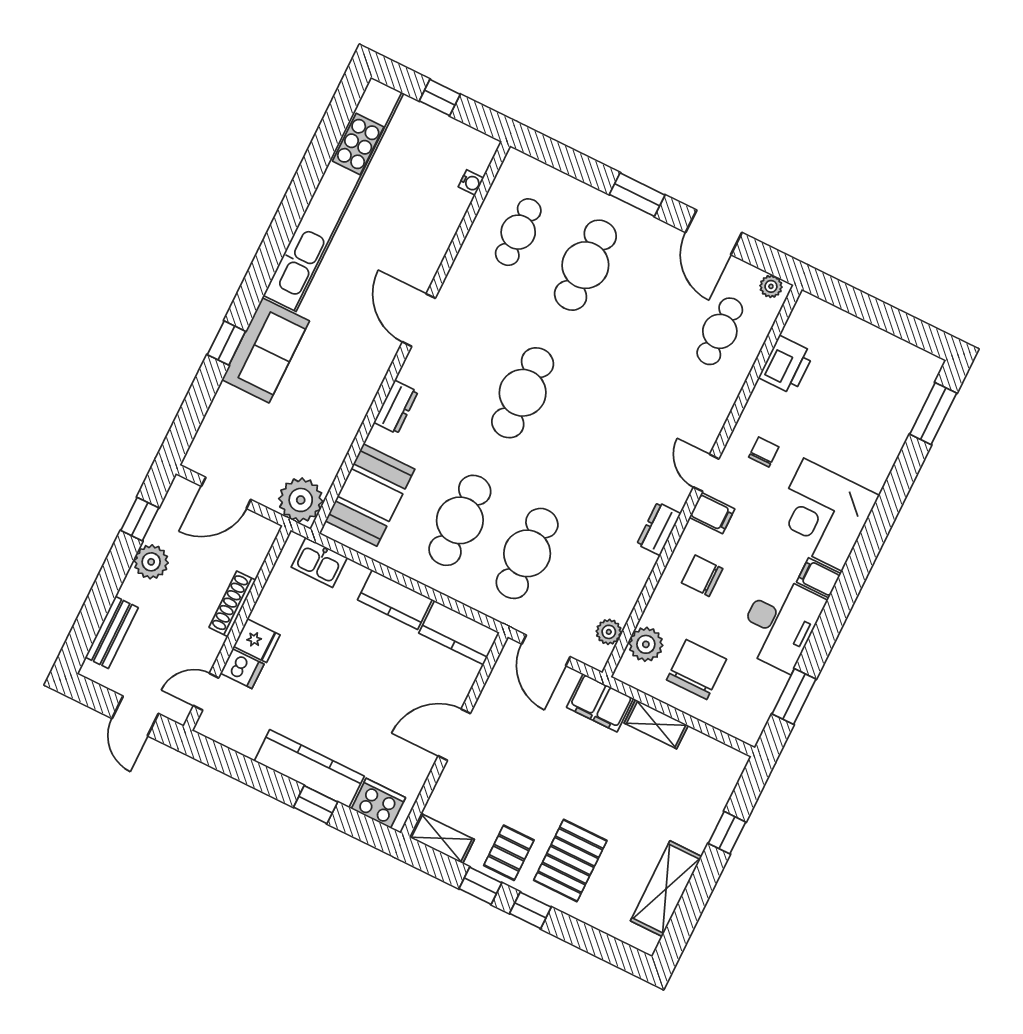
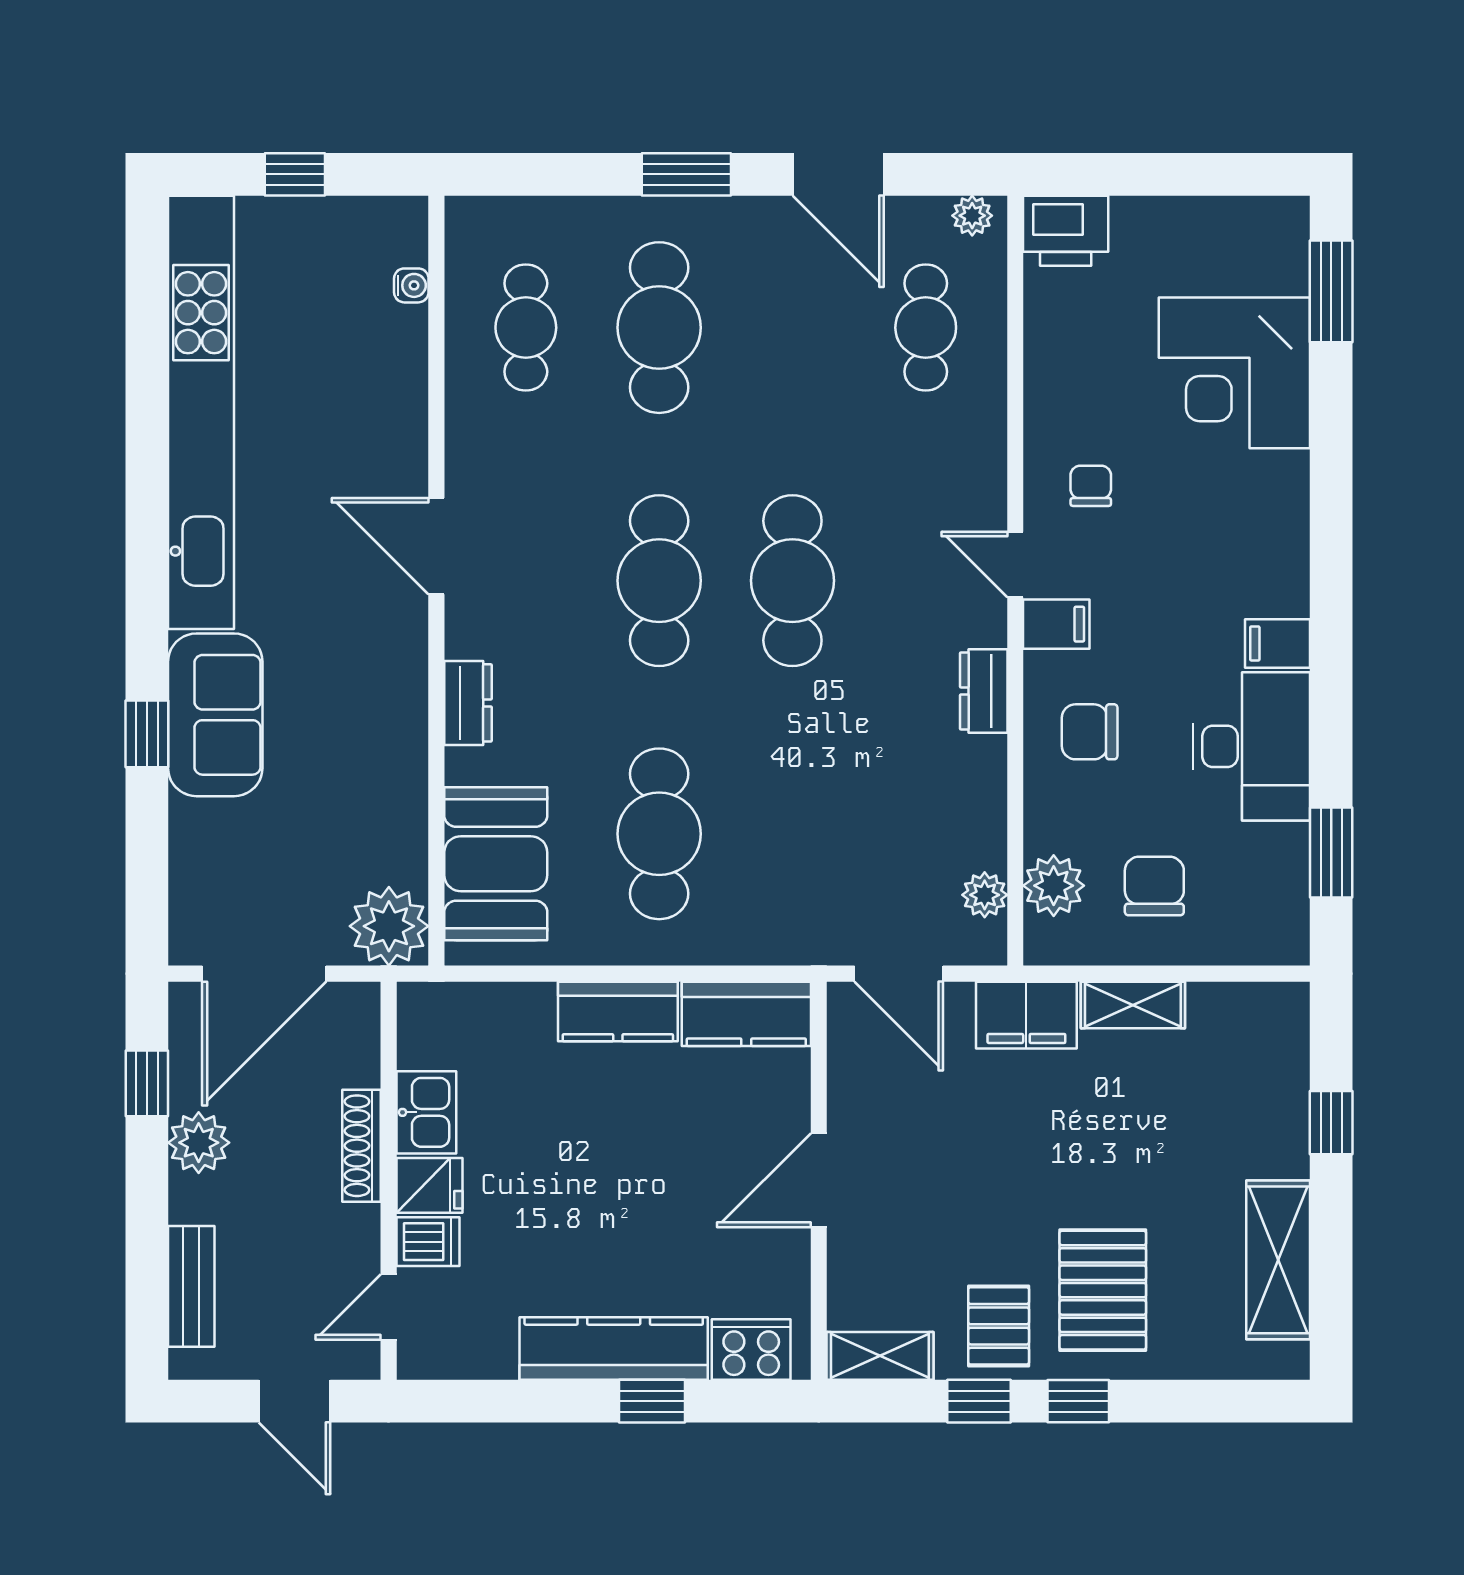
printer: (786, 365) -> (1066, 231), moved, turned 90
door: (226, 493) -> (264, 974), width x1.36
corner desk: (823, 515) -> (1234, 373), moved
cafe table: (527, 553) -> (792, 581), moved
kitchen sink: (319, 562) -> (426, 1112), moved, turned -90
chair: (697, 669) -> (1154, 886), width x0.73, depth x0.73

